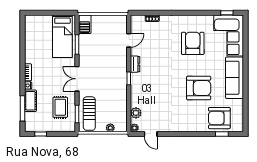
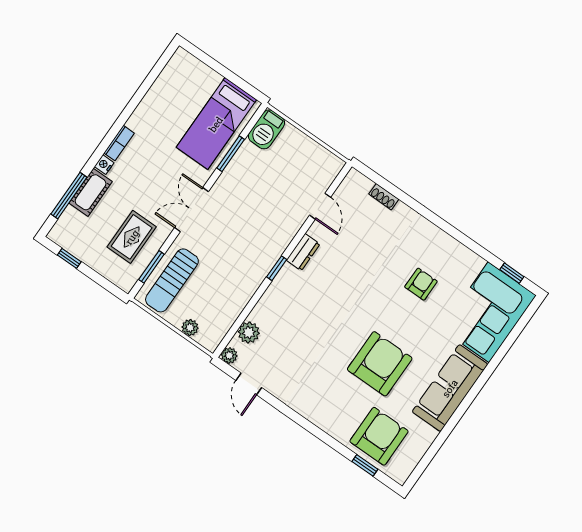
door: (129, 40) -> (320, 206), hinge flipped
armchair: (193, 43) -> (421, 284), width x0.53, depth x0.53
armchair: (199, 88) -> (380, 364), turned -90
armchair: (219, 118) -> (379, 436), turned 90

